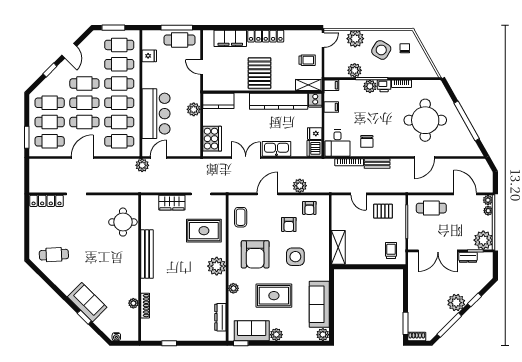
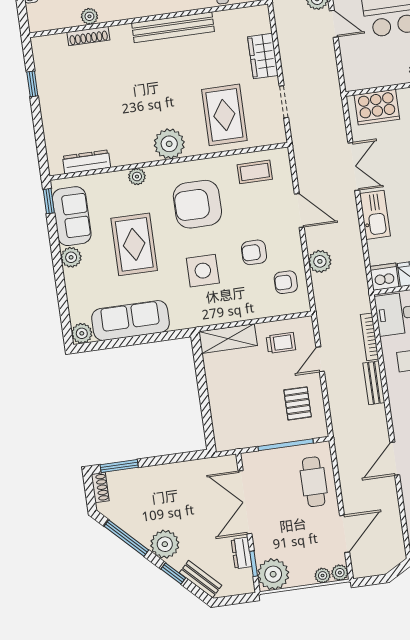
door: (424, 157) -> (395, 459), hinge flipped
trolley: (391, 250) -> (281, 343), moved
bench: (480, 284) -> (201, 579), added

